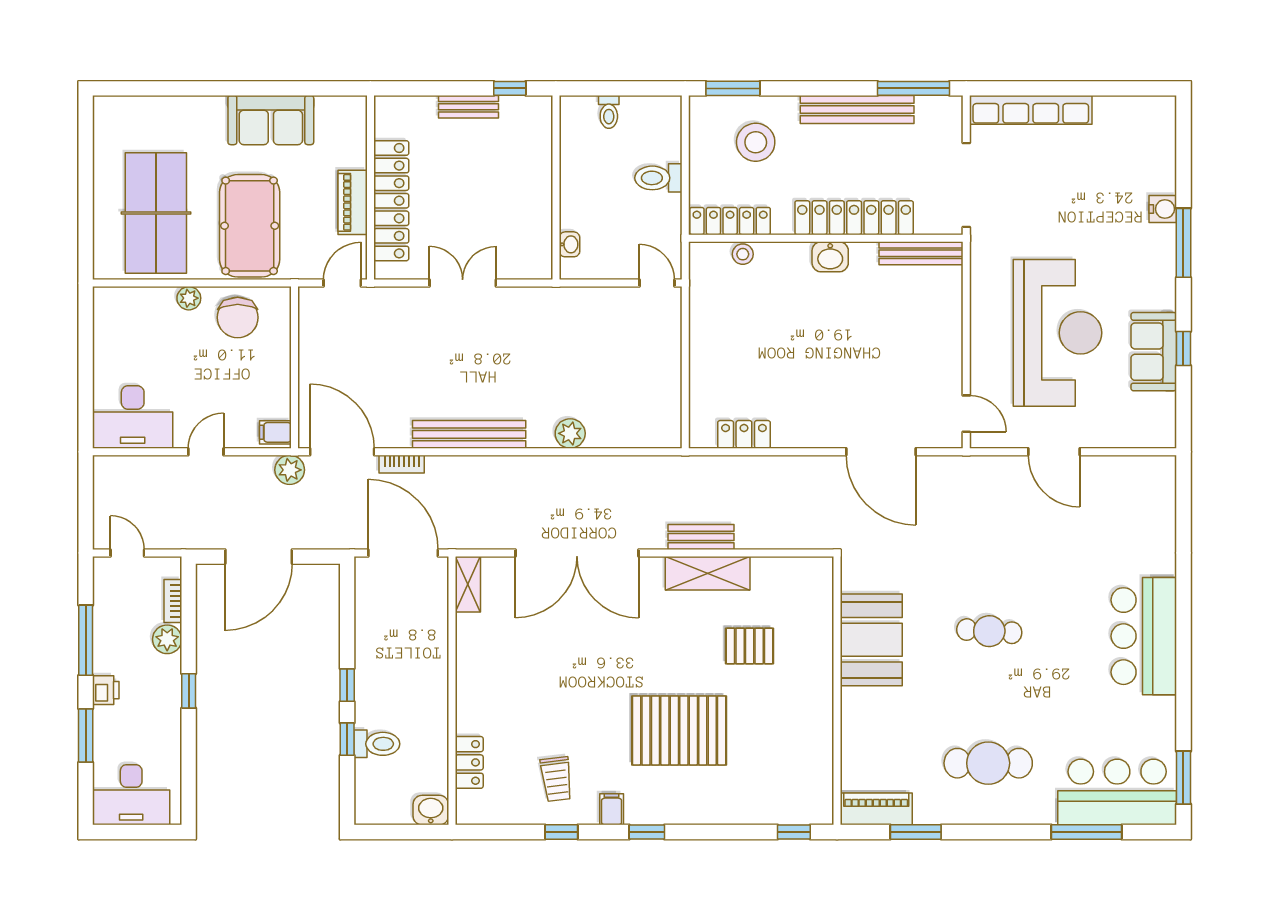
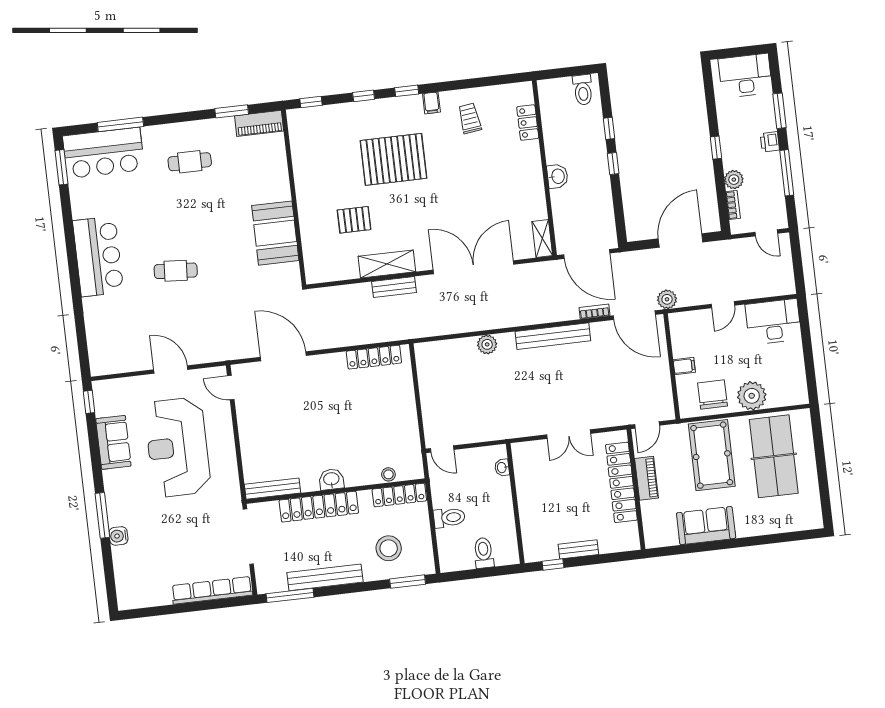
toilet: (609, 112) -> (484, 553), width x1.37, depth x1.39
plant: (189, 298) -> (752, 396), width x1.88, depth x1.88
window: (1183, 348) -> (89, 402), moved
filing cabinet: (275, 432) -> (684, 366), moved
locker: (744, 434) -> (374, 357), width x1.53
cafe table: (989, 631) -> (176, 271), moved
toilet: (377, 744) -> (583, 90), moved, turned -90
cafe table: (988, 763) -> (190, 162), width x0.73, depth x0.74
washbasin: (431, 810) -> (557, 176), moved, turned -90
window: (561, 832) -> (364, 96), moved

